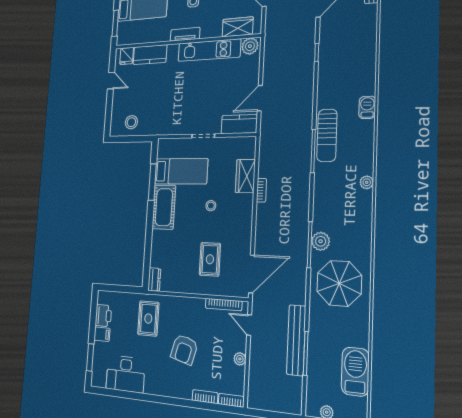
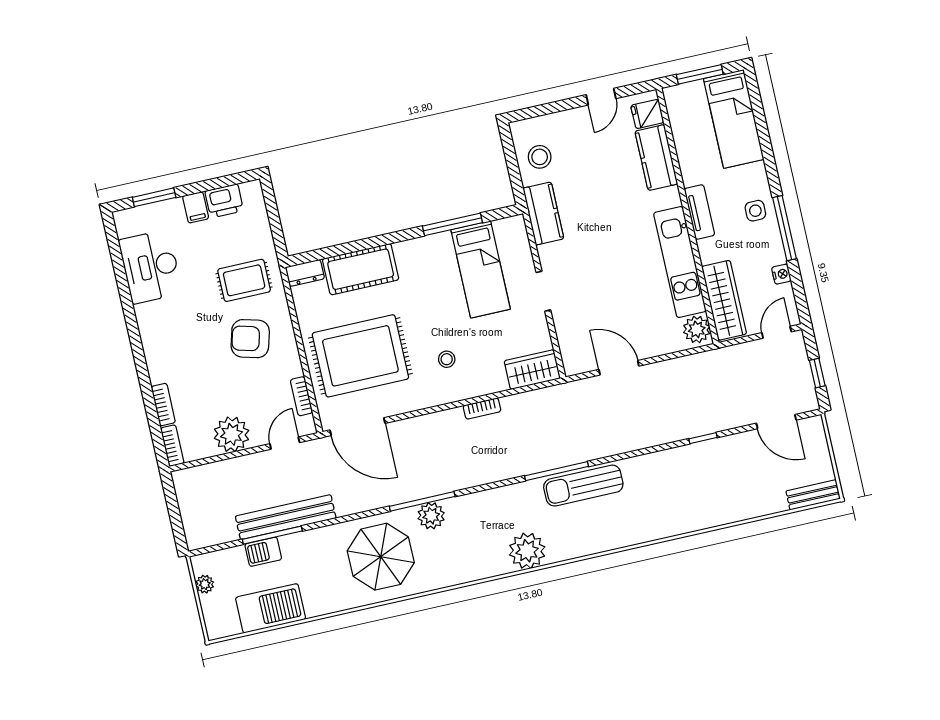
wardrobe: (238, 27) -> (724, 300), width x1.50
barbecue: (367, 107) -> (263, 552), moved, turned 180
kitchen counter: (239, 124) -> (543, 213), moved
wardrobe: (245, 176) -> (532, 370), moved
plant: (367, 182) -> (527, 551), width x1.87, depth x1.87
stool: (211, 206) -> (447, 359), moved
cot: (164, 207) -> (361, 269), moved
rug: (210, 259) -> (360, 356), width x1.86, depth x2.06
bookcase: (224, 305) -> (301, 396), width x0.64
armchair: (184, 349) -> (250, 339), moved
plant: (240, 359) -> (232, 434), width x1.88, depth x1.88

